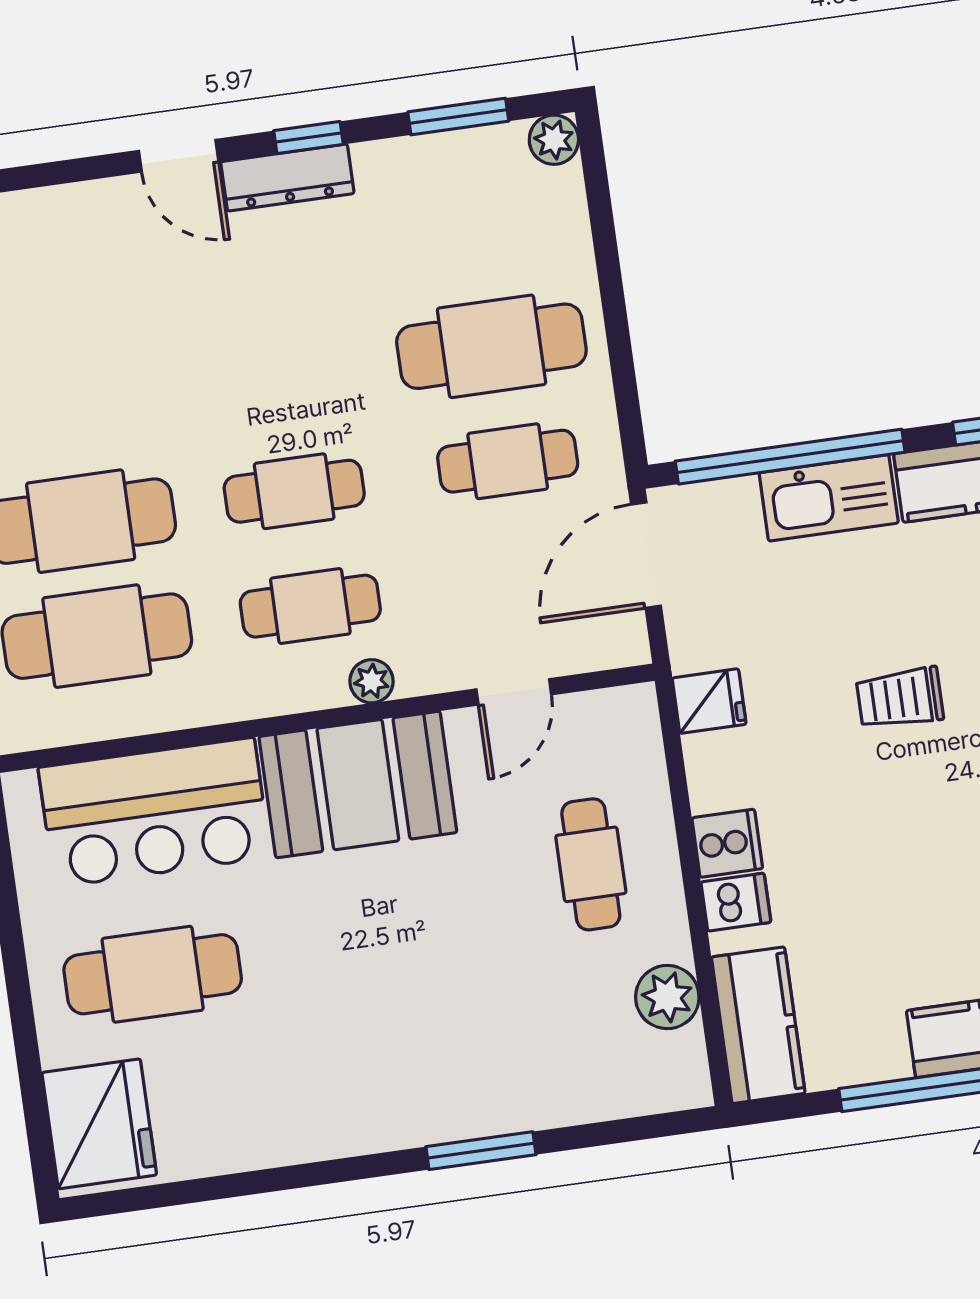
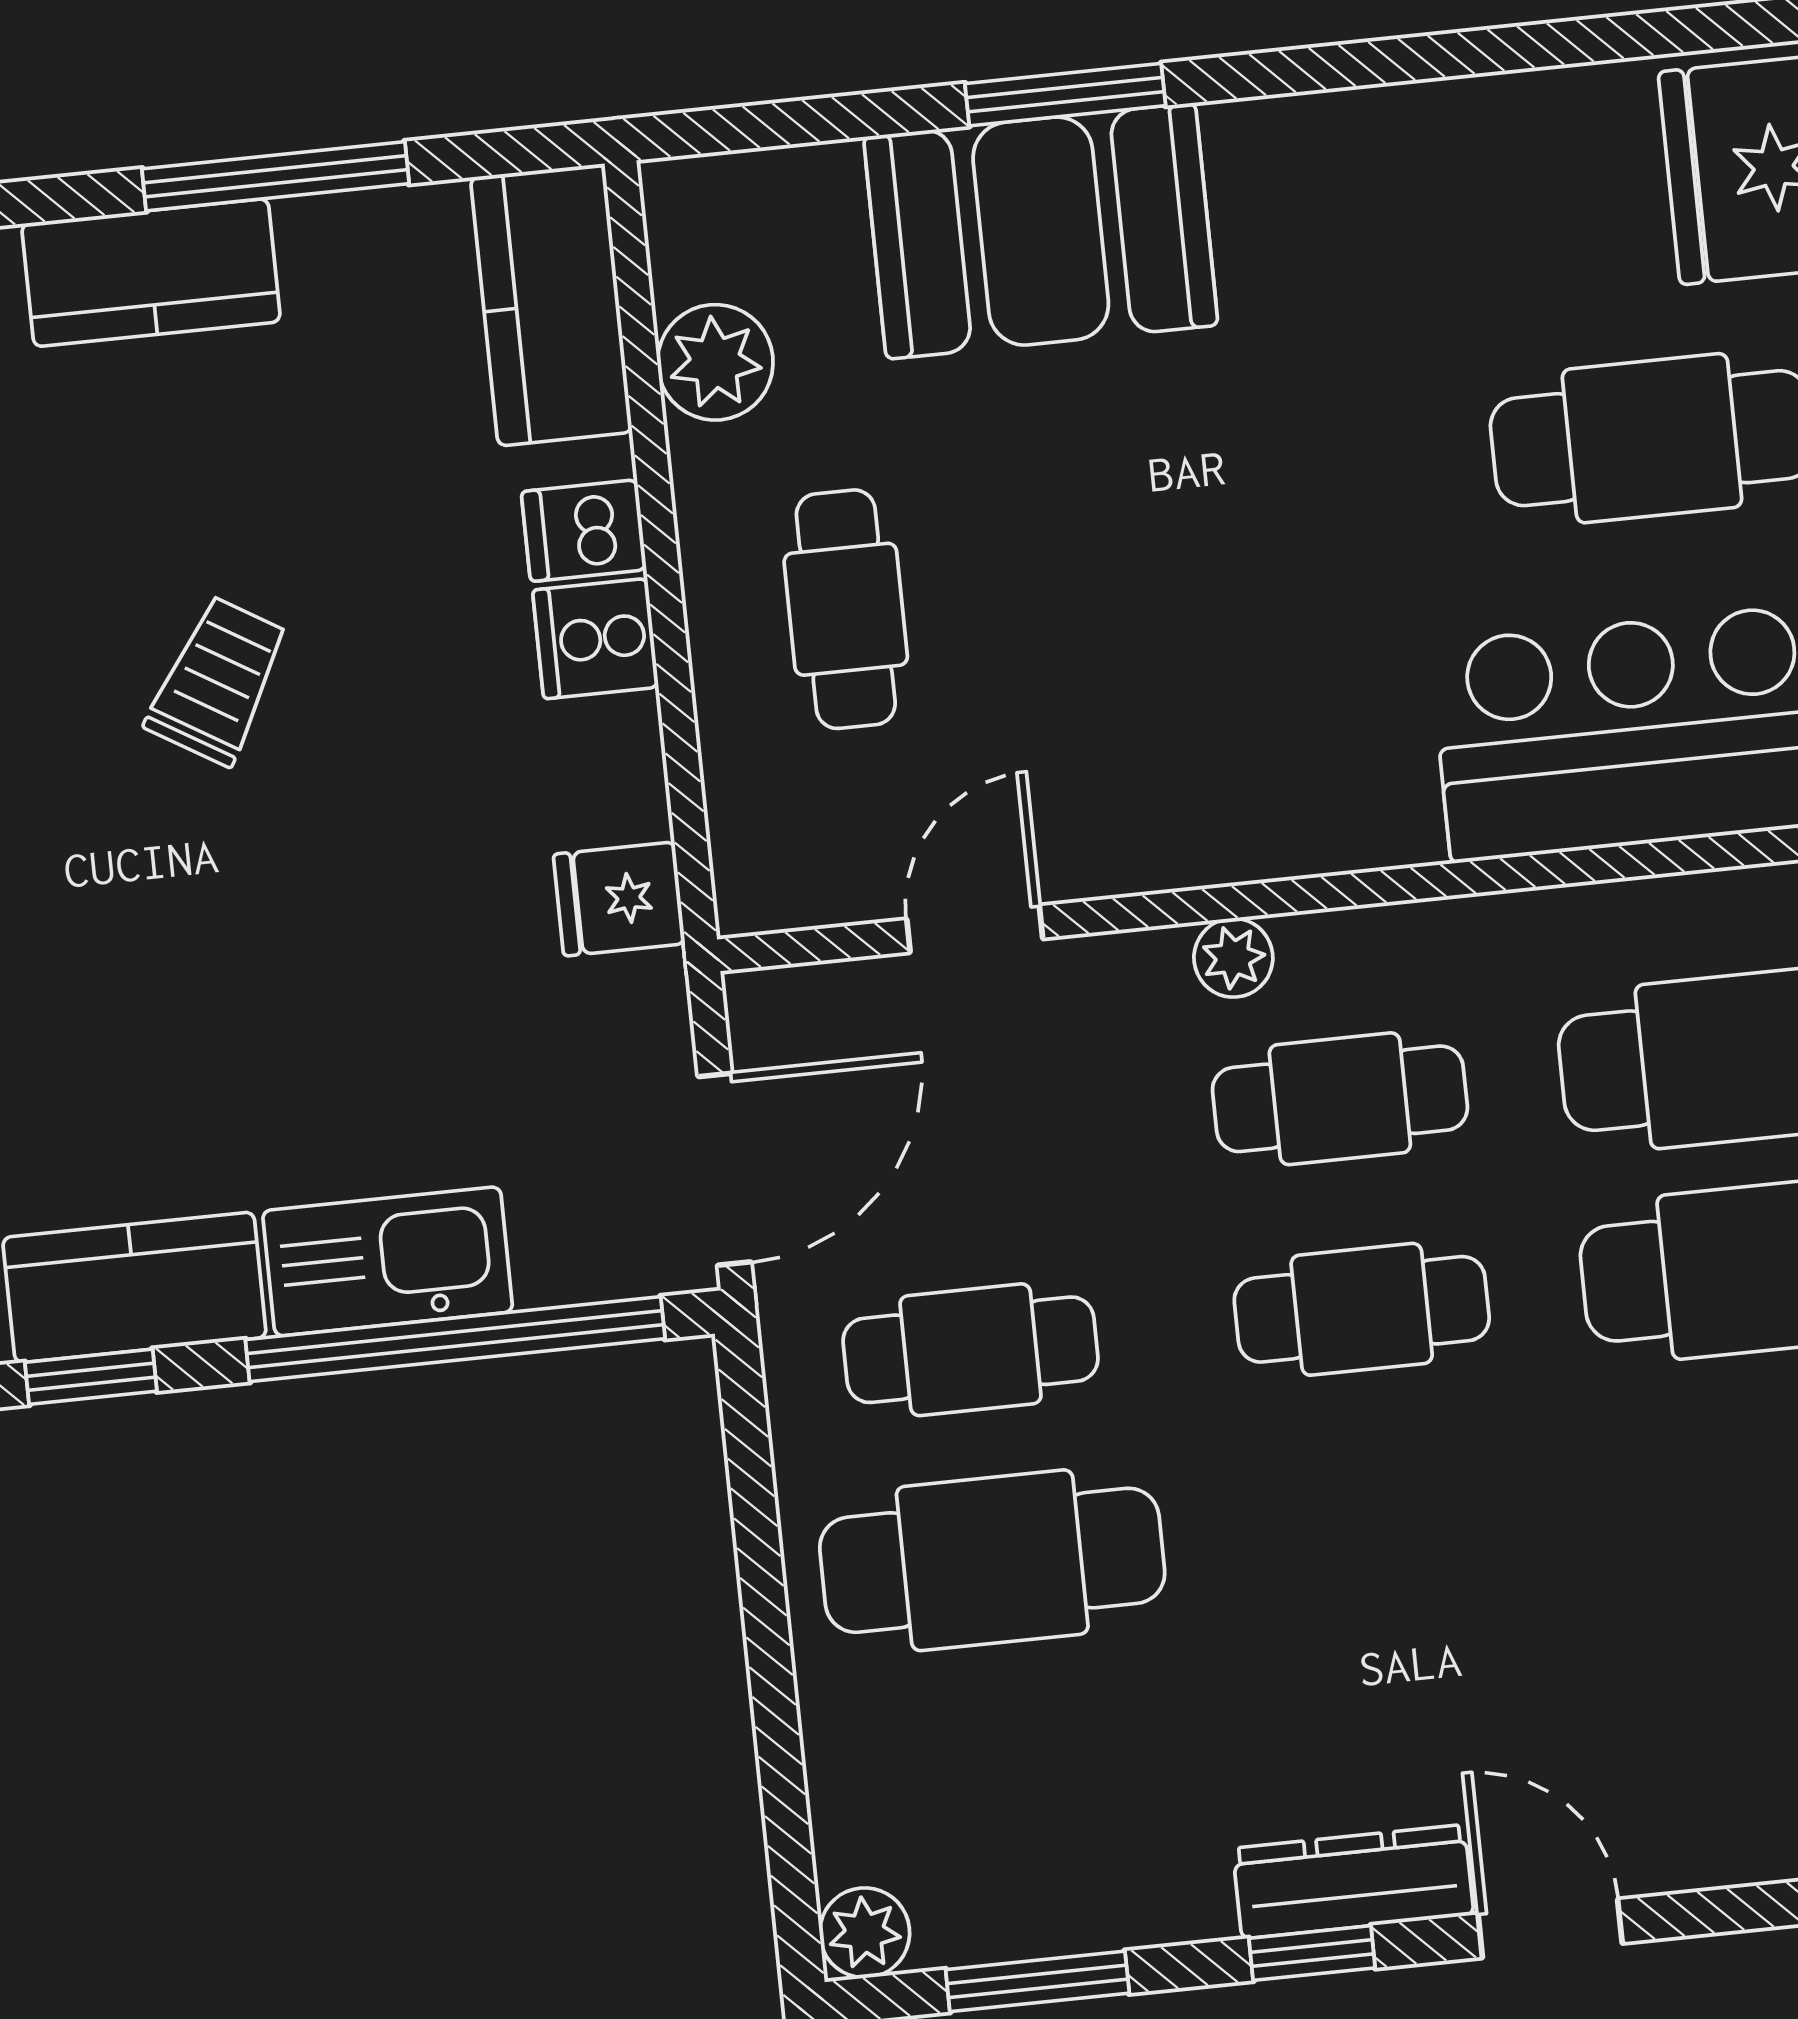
trolley: (900, 698) -> (218, 681), moved, turned -59
booth: (358, 785) -> (1041, 231), moved

